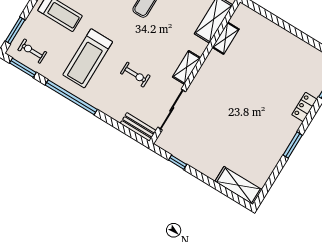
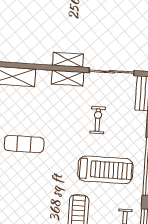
shelving: (226, 38) -> (68, 60), moved

